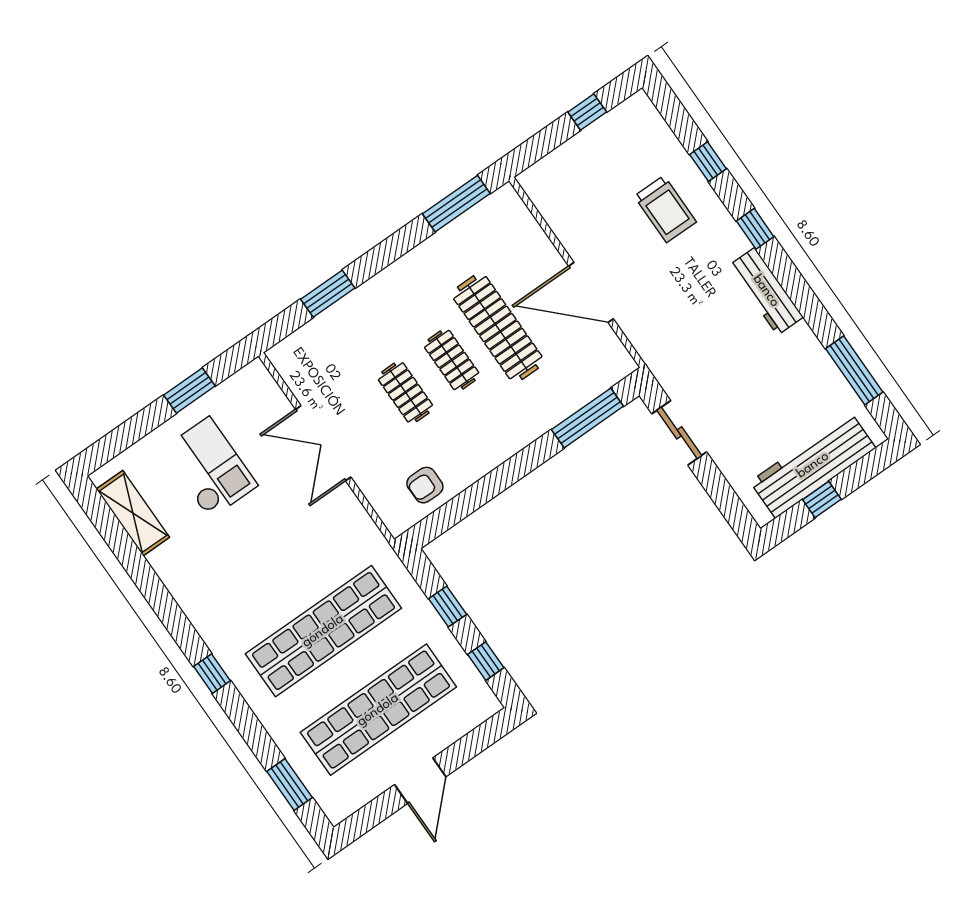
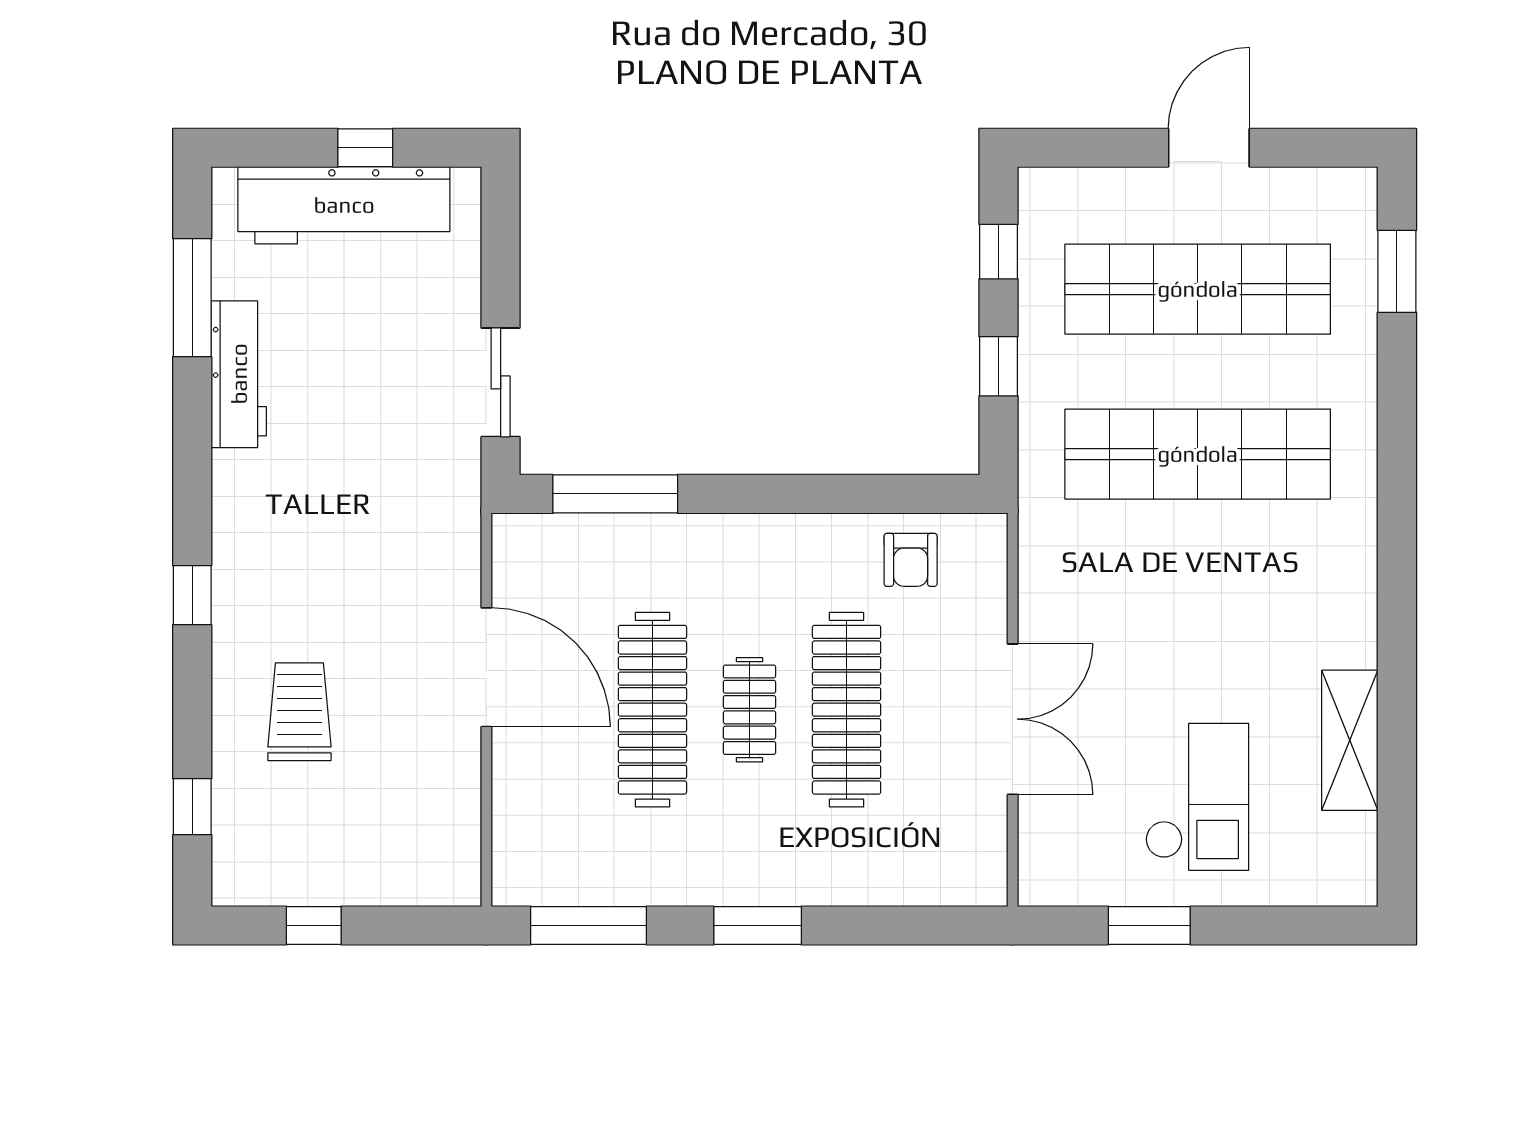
window: (708, 162) -> (192, 807), moved
workbench: (766, 291) -> (239, 374), moved
window: (328, 294) -> (758, 925), moved
clothes rail: (405, 392) -> (847, 710), width x1.86, depth x1.31
checkout: (210, 468) -> (1197, 797), turned 180
armchair: (425, 485) -> (911, 560), turned 90
shelving: (133, 513) -> (1350, 740), moved
window: (212, 674) -> (1397, 504), removed

